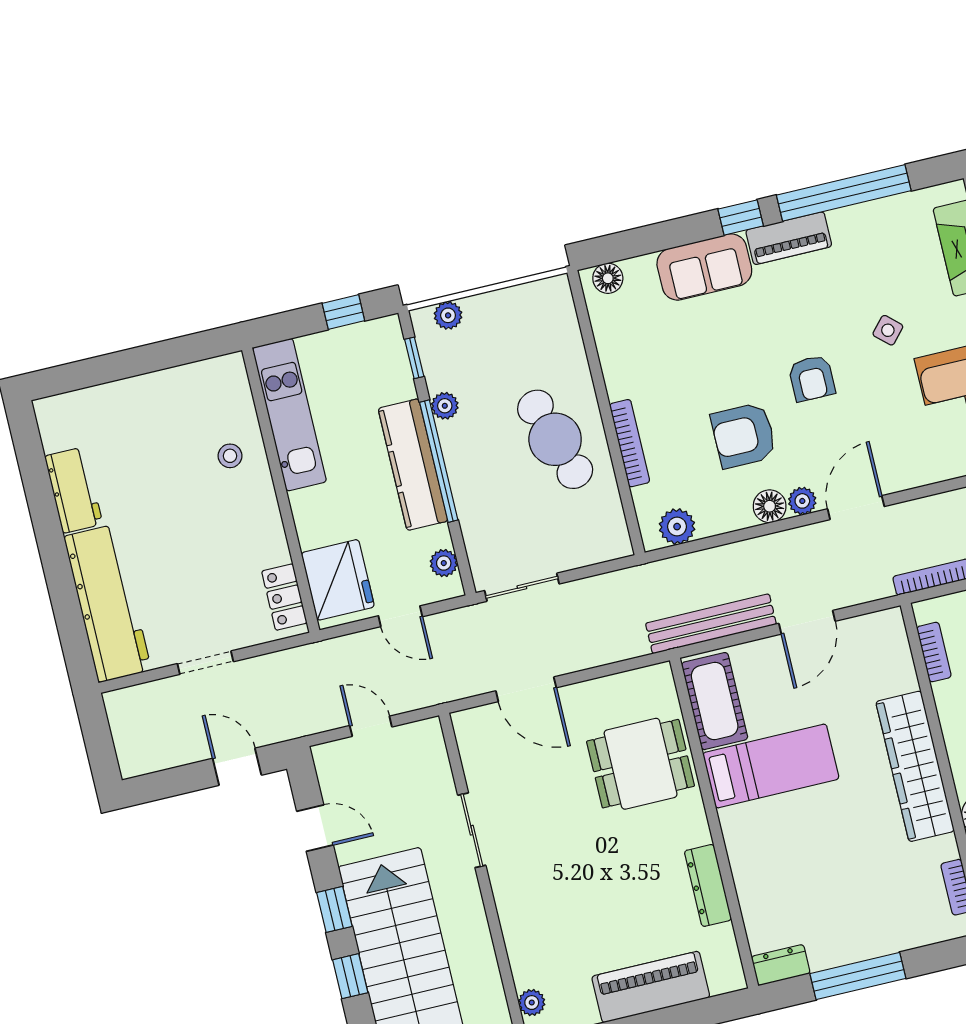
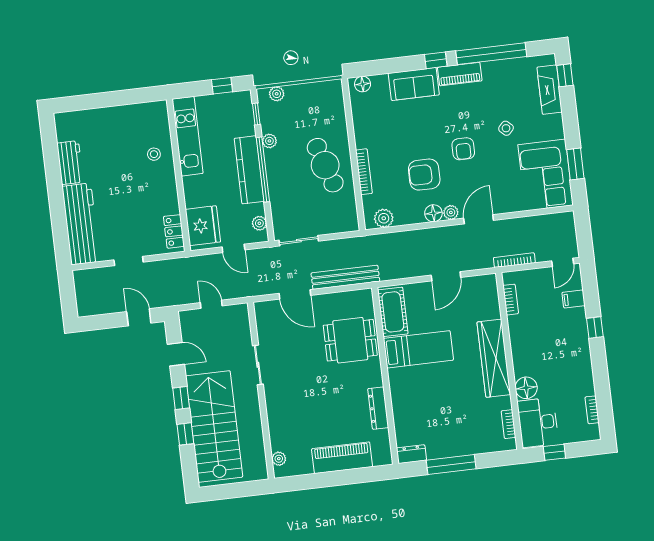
bench: (711, 624) -> (345, 277), moved

